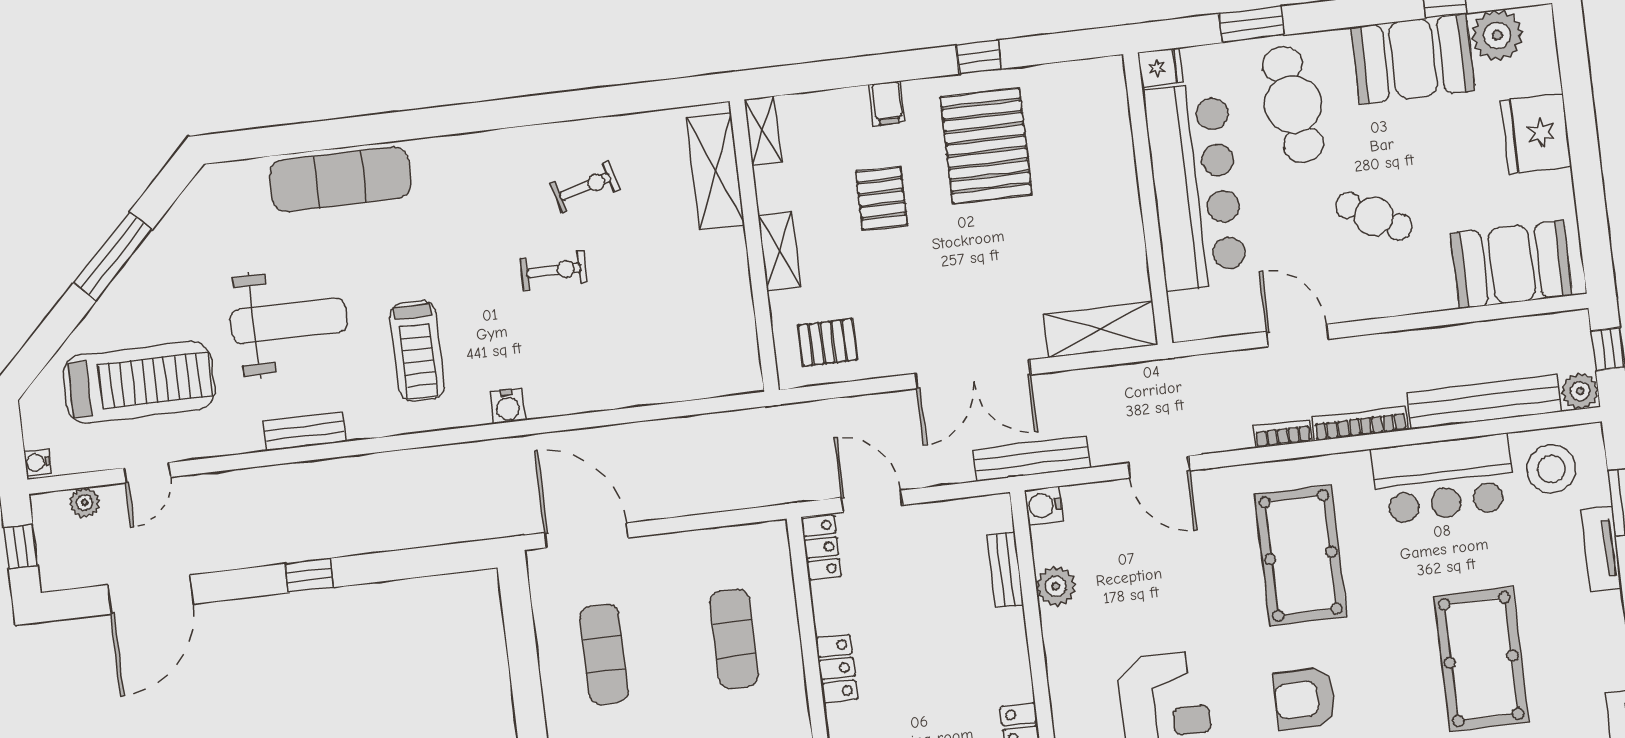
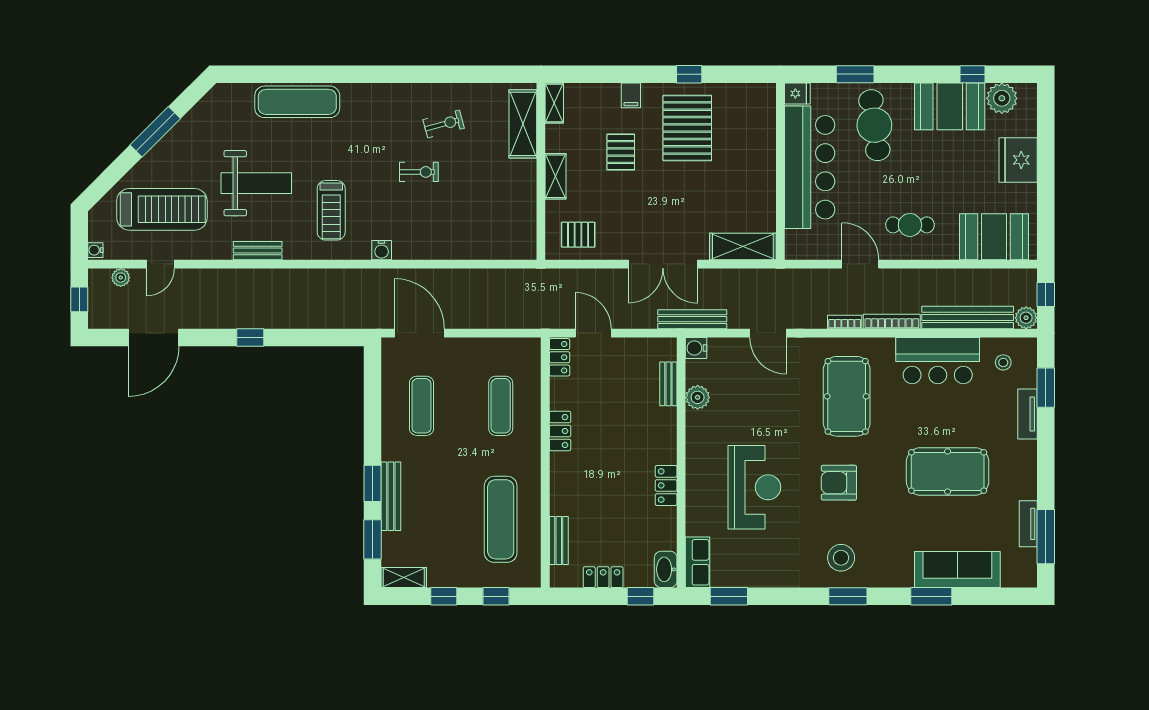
cafe table: (1374, 216) -> (910, 225), moved, turned -30
stool: (1551, 469) -> (1003, 362), width x0.53, depth x0.53
pool table: (1481, 659) -> (948, 471), turned 90

